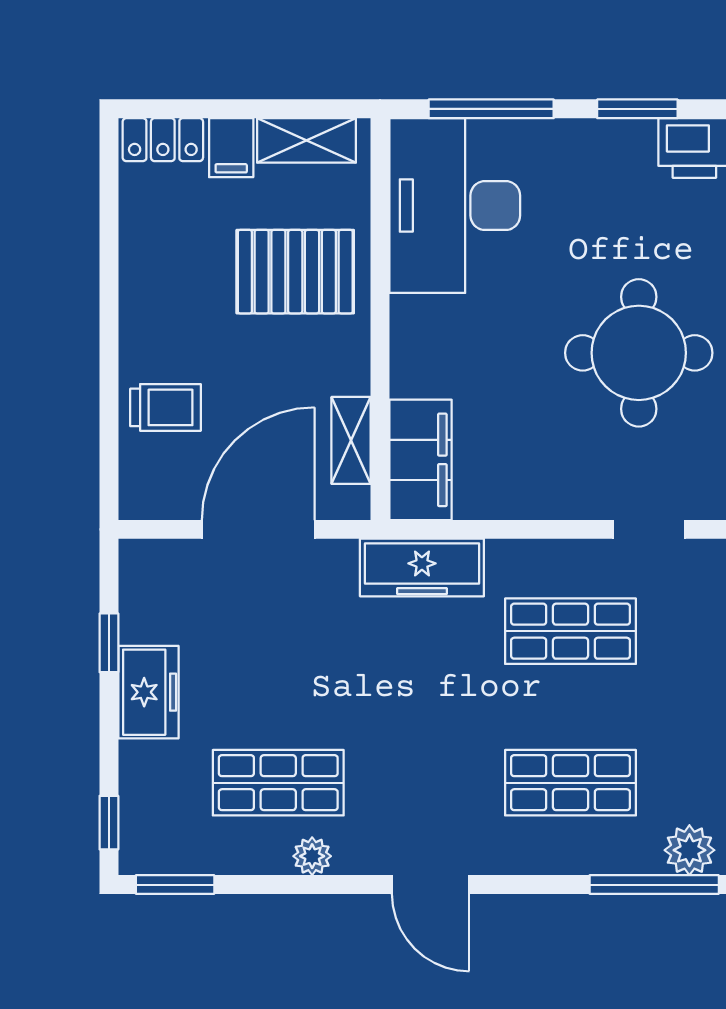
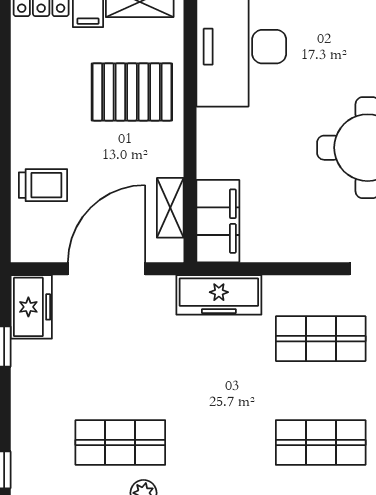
freezer: (148, 692) -> (31, 307), moved

